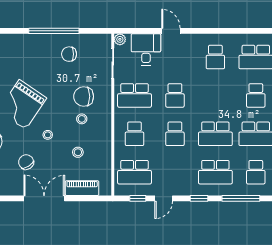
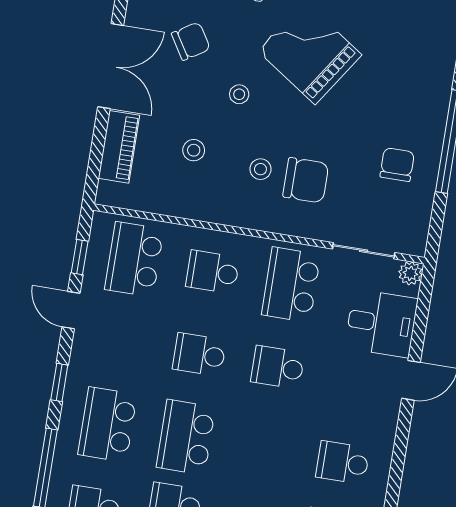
chair: (84, 96) -> (306, 180), turned 90

